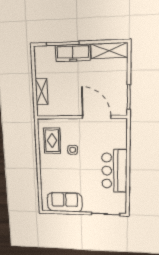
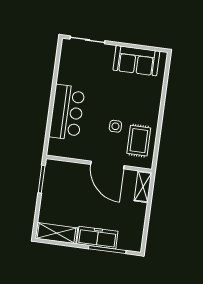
shelving: (42, 92) -> (143, 187), moved
door: (96, 117) -> (107, 165), moved
bar counter: (114, 171) -> (67, 112), moved

